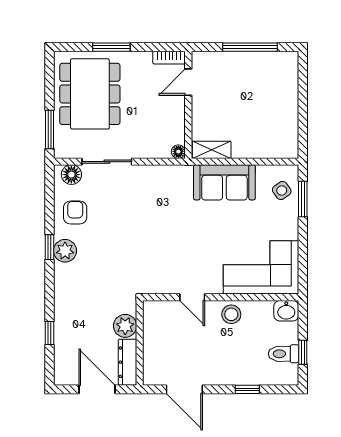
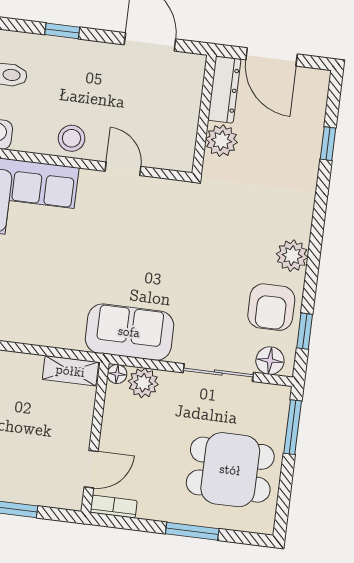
dining table: (90, 94) -> (230, 470), width x0.73
plant: (159, 148) -> (143, 383), added
sofa: (224, 182) -> (129, 332), moved
armchair: (75, 213) -> (271, 307), width x1.38, depth x1.38
window: (50, 247) -> (305, 331), moved

